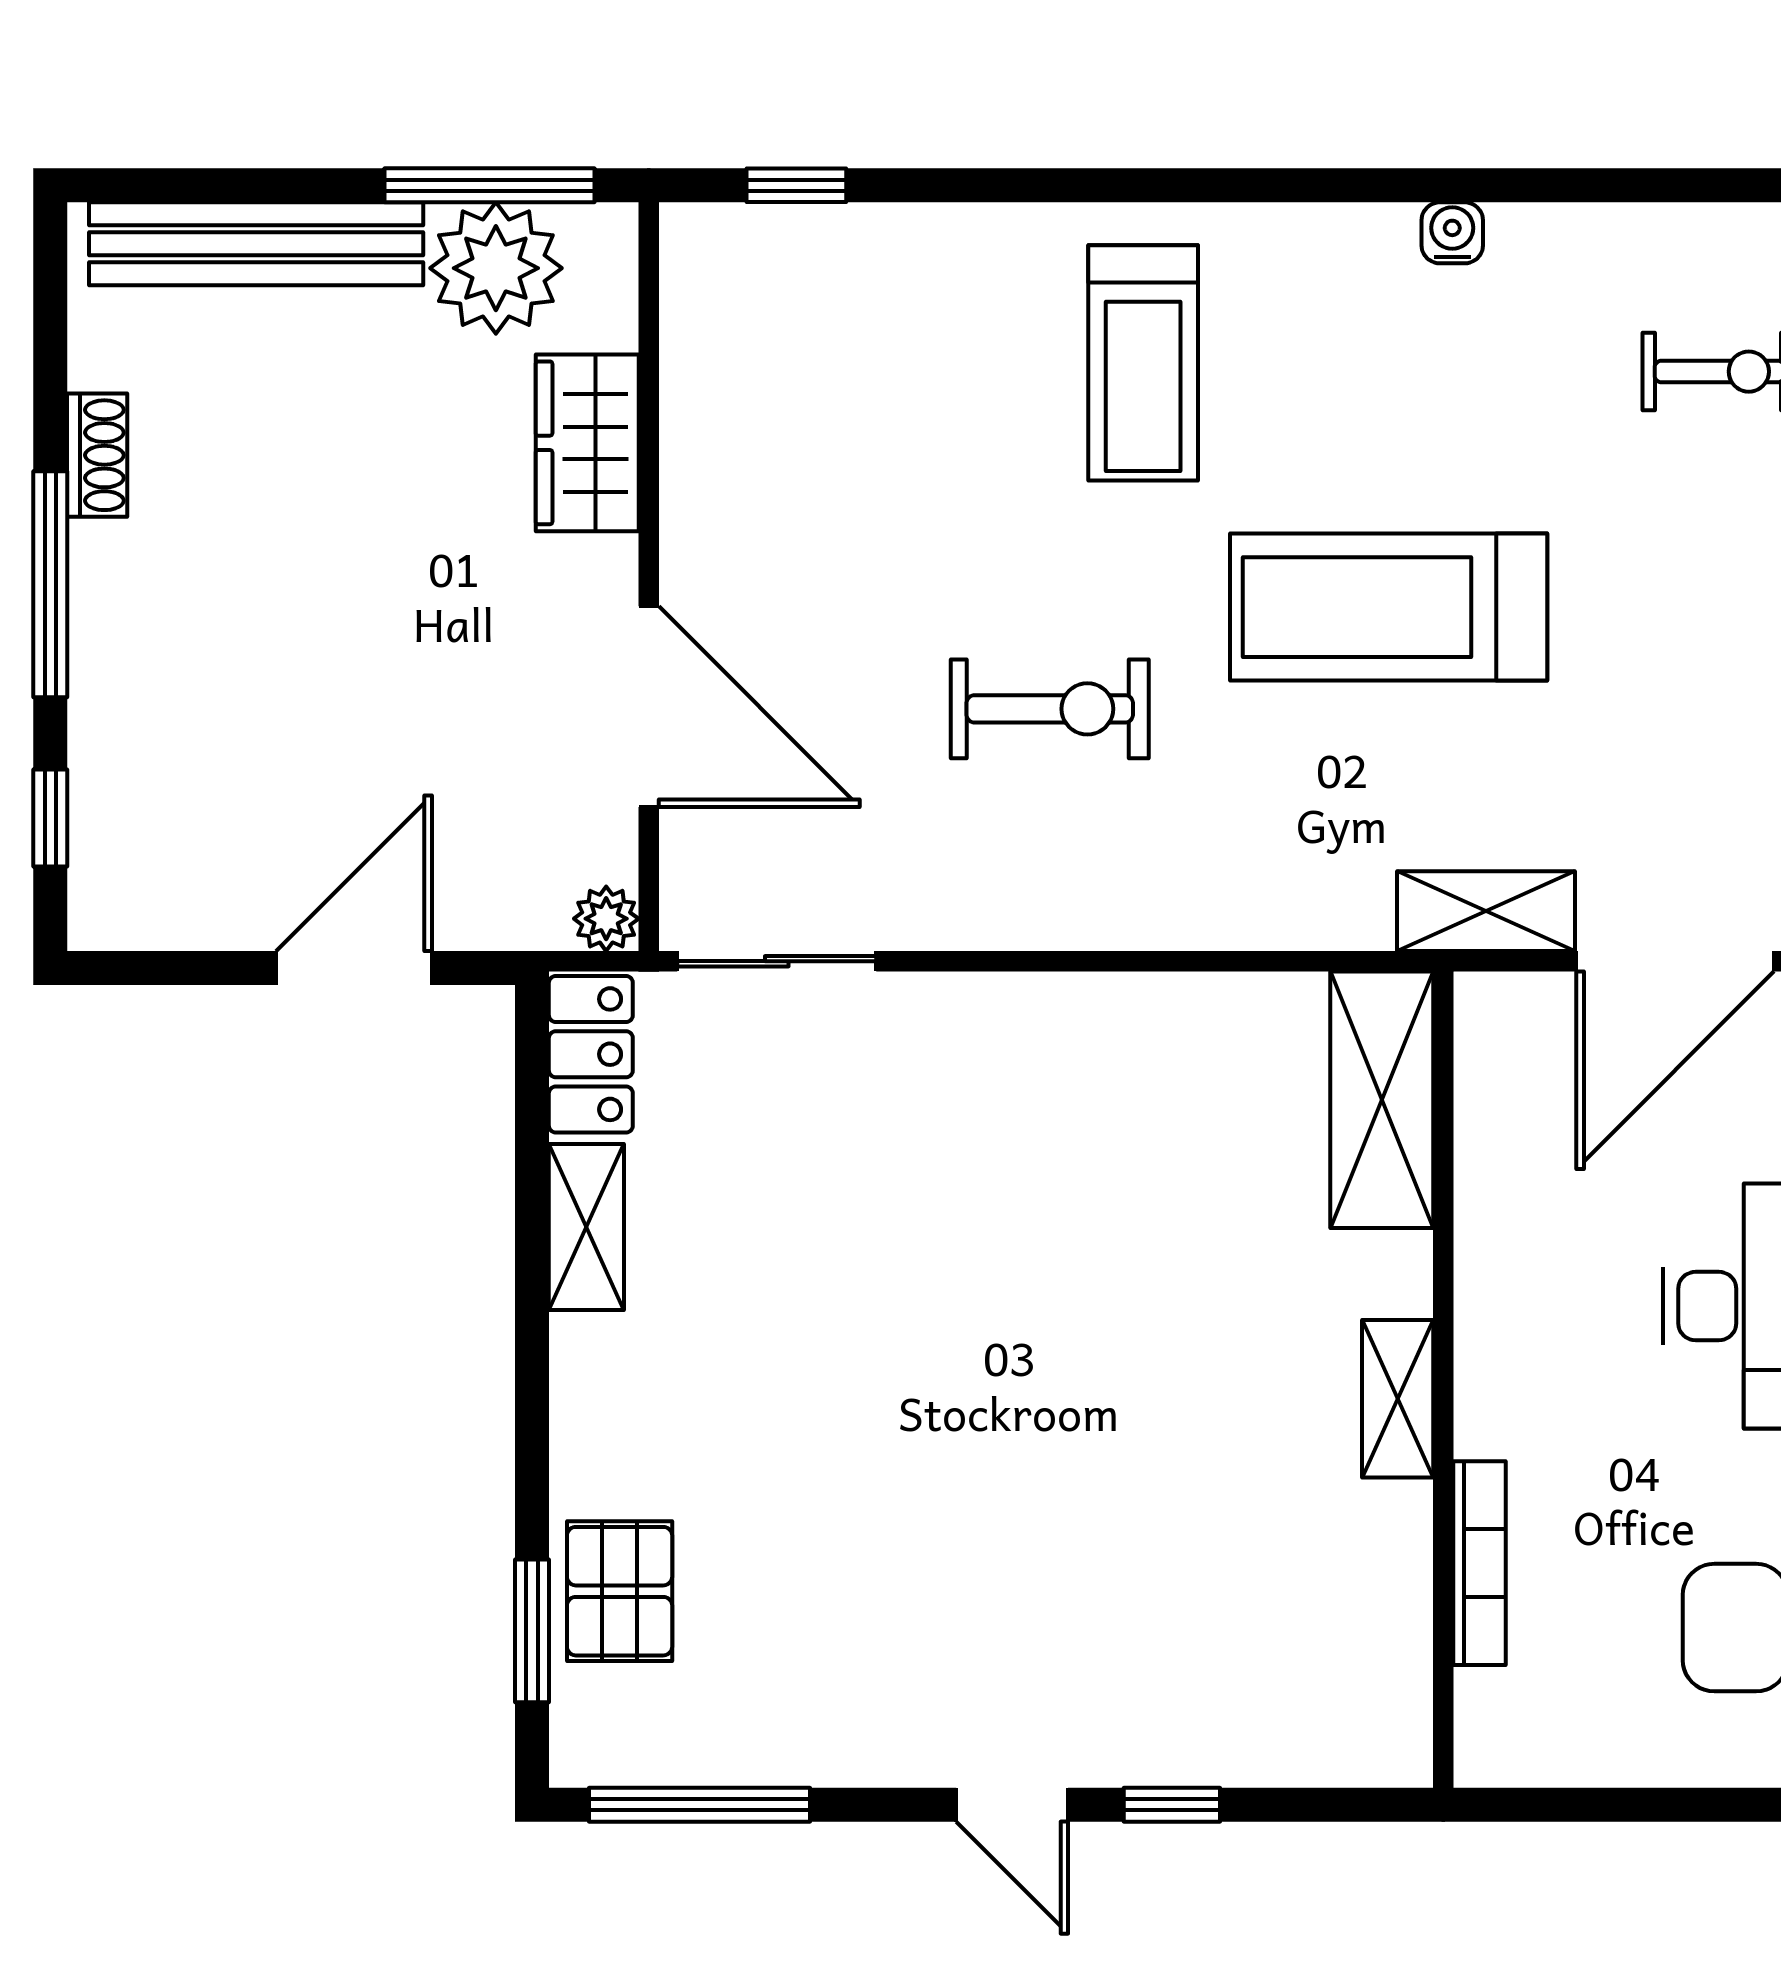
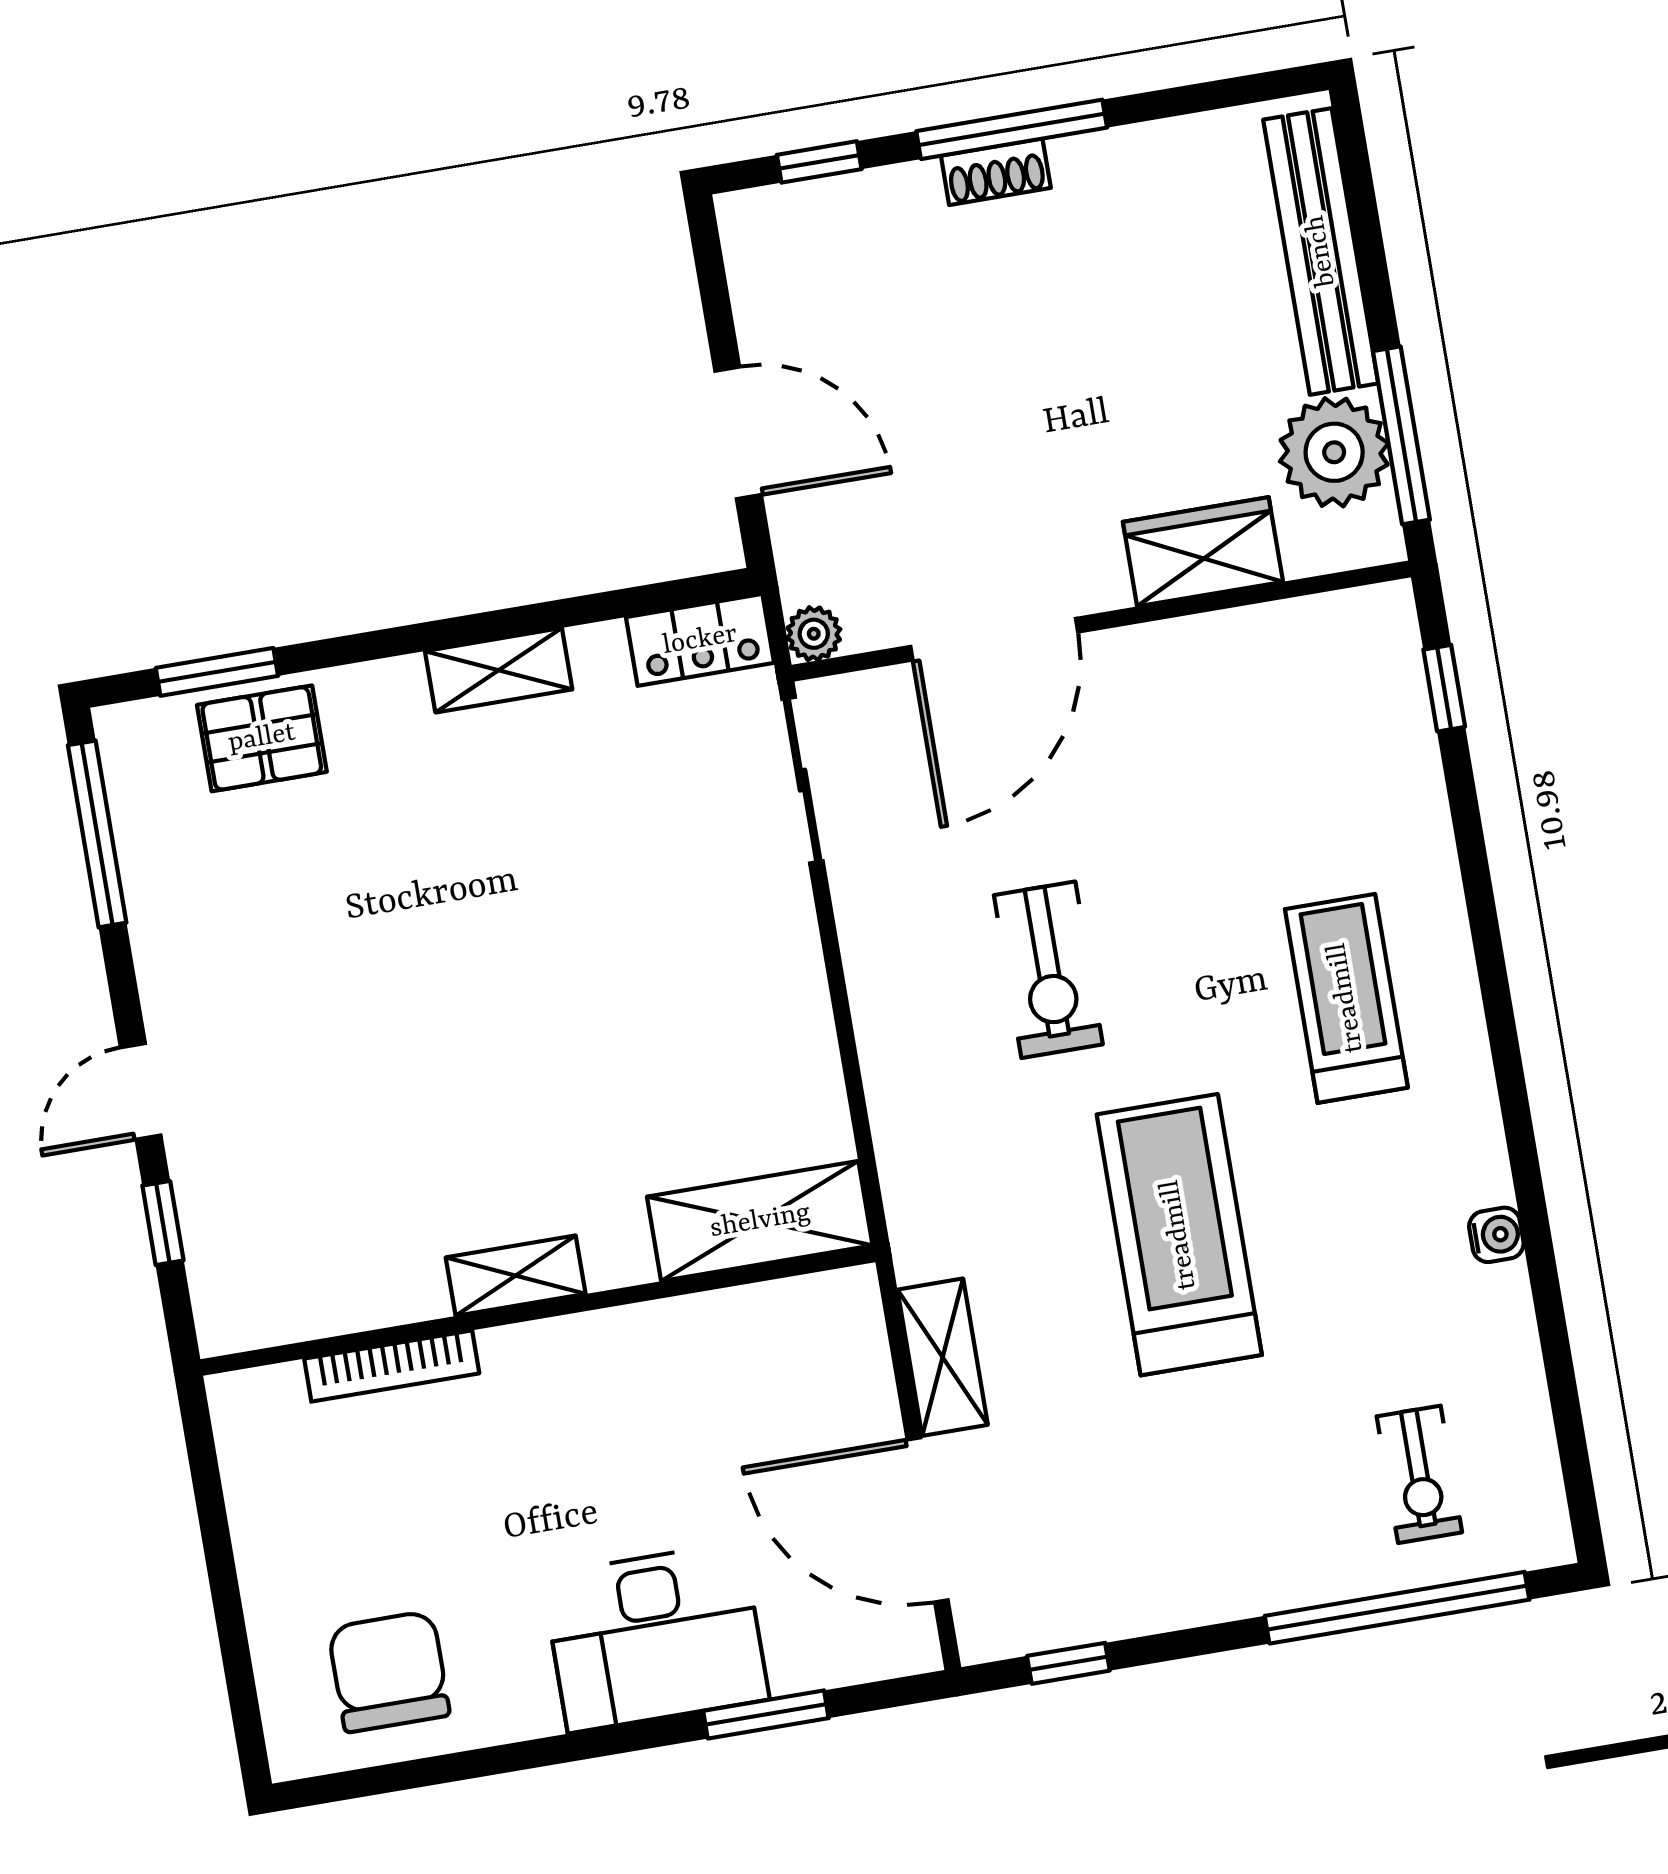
treadmill: (1143, 363) -> (1346, 998), turned 90
shoe rack: (97, 455) -> (996, 172), moved
shelving: (1382, 1100) -> (760, 1221), moved
shelving: (586, 1227) -> (499, 670), moved
wall: (1443, 1380) -> (538, 1311), moved
shelving: (1398, 1399) -> (516, 1276), moved
bookcase: (1479, 1563) -> (392, 1366), moved

